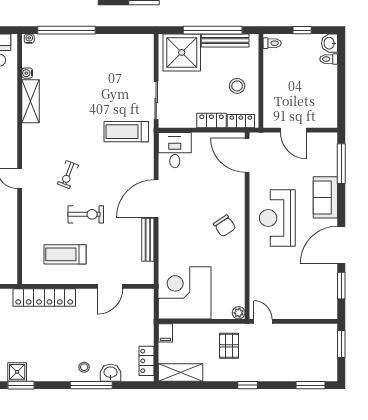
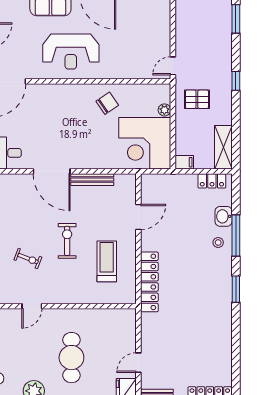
chair: (225, 226) -> (107, 103), moved
treadmill: (65, 254) -> (107, 261), turned 180
door: (110, 286) -> (138, 217), hinge flipped
plant: (239, 313) -> (164, 110), moved
shower: (17, 372) -> (223, 309), removed
window: (21, 385) -> (236, 289), moved

